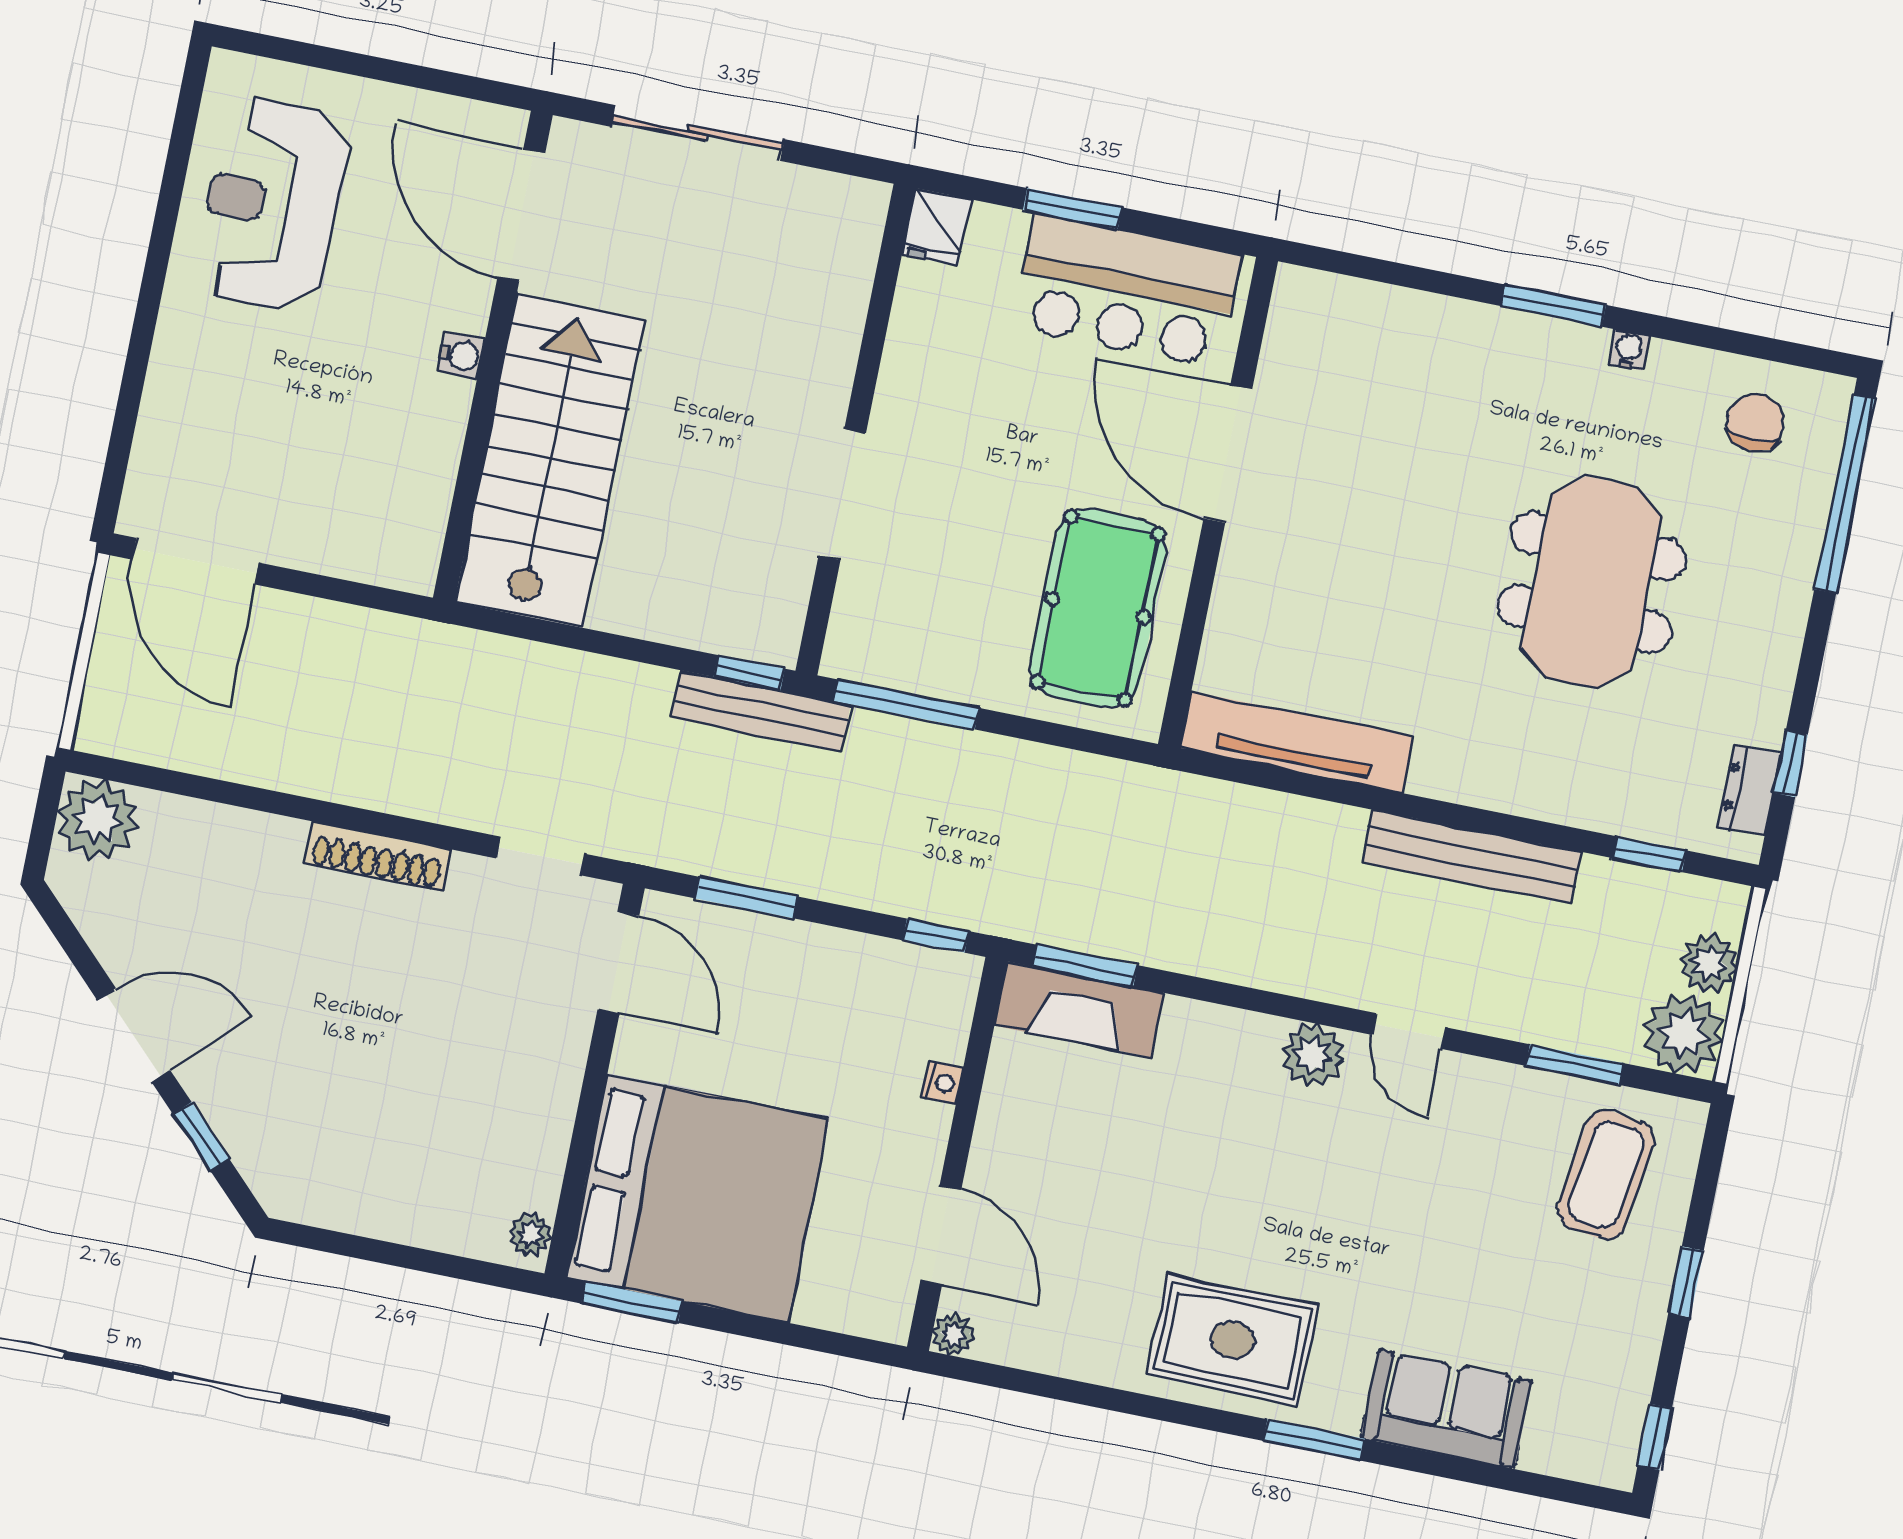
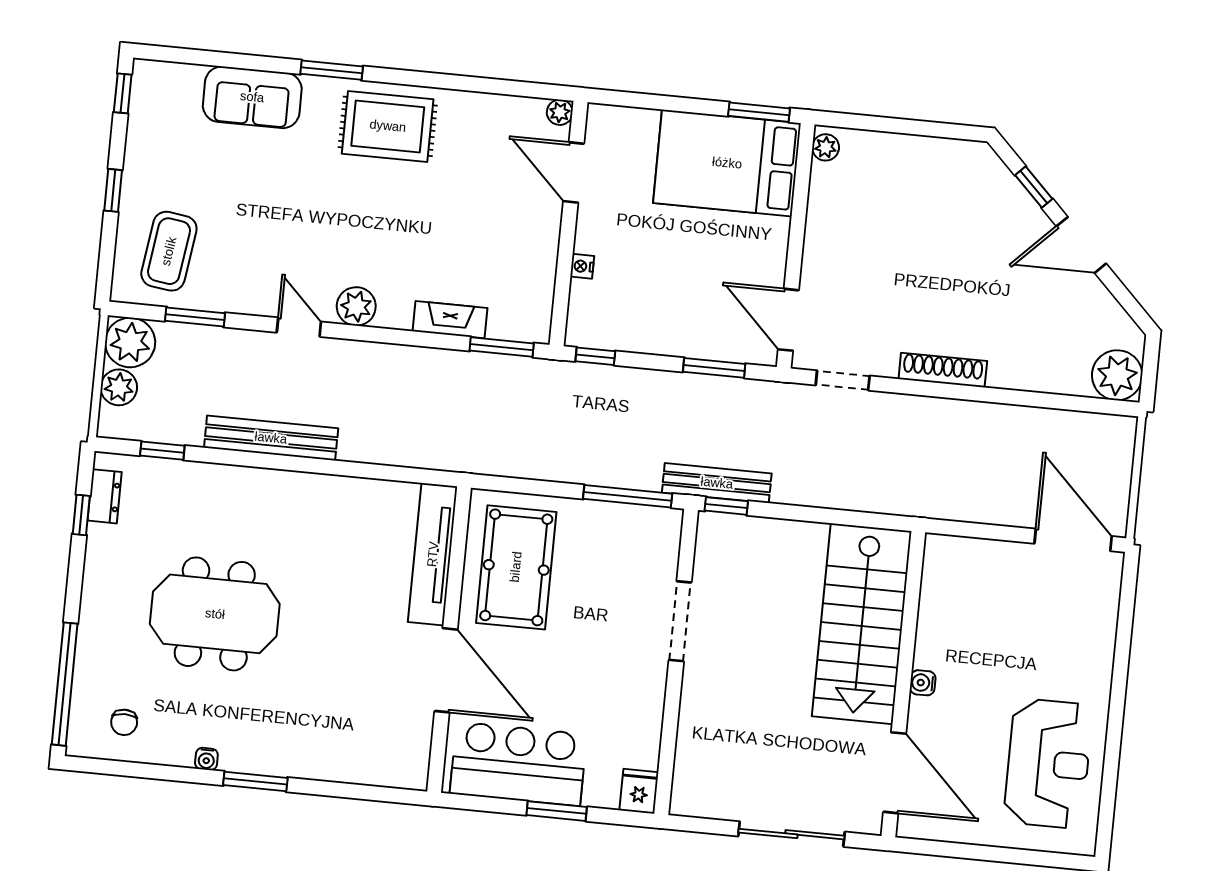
chair: (1755, 422) -> (124, 722), width x0.73, depth x0.73
meeting table: (1592, 582) -> (215, 614), turned 90
tv unit: (1297, 742) -> (433, 554), moved, turned 90
fireplace: (1079, 1009) -> (450, 320), moved, width x0.73, depth x0.76
bed: (697, 1198) -> (727, 163), width x0.73

